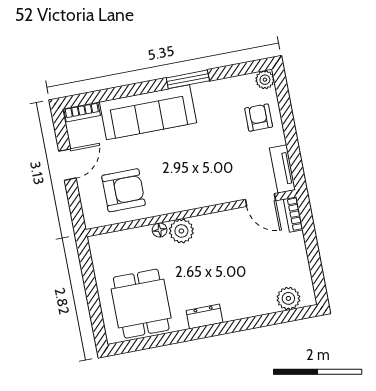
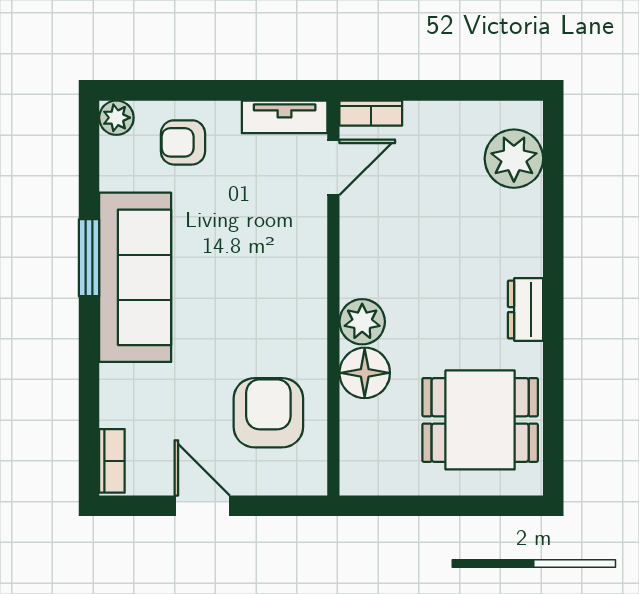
sofa: (148, 112) -> (135, 277), moved
floor lamp: (160, 230) -> (365, 373), width x1.89, depth x1.89
plant: (288, 298) -> (514, 159), width x1.36, depth x1.36

